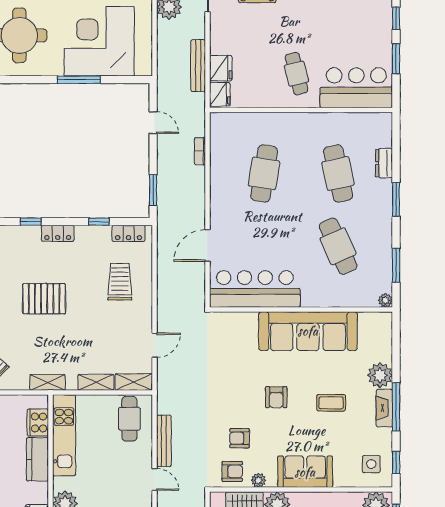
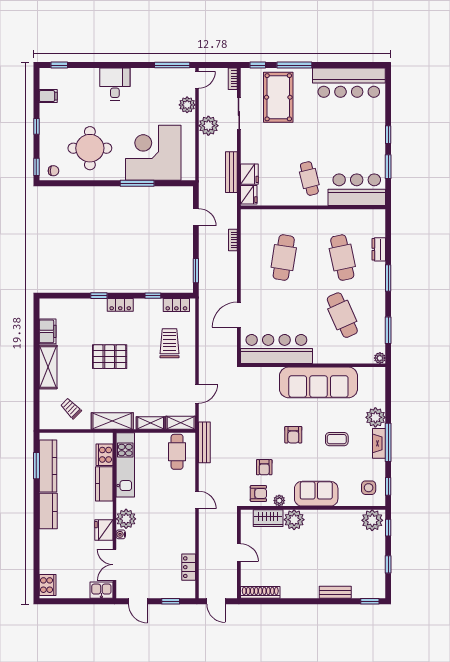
shelving: (48, 382) -> (112, 421), width x1.50, depth x1.33
armchair: (239, 438) -> (264, 467), turned -90
bench: (164, 441) -> (204, 442), moved

